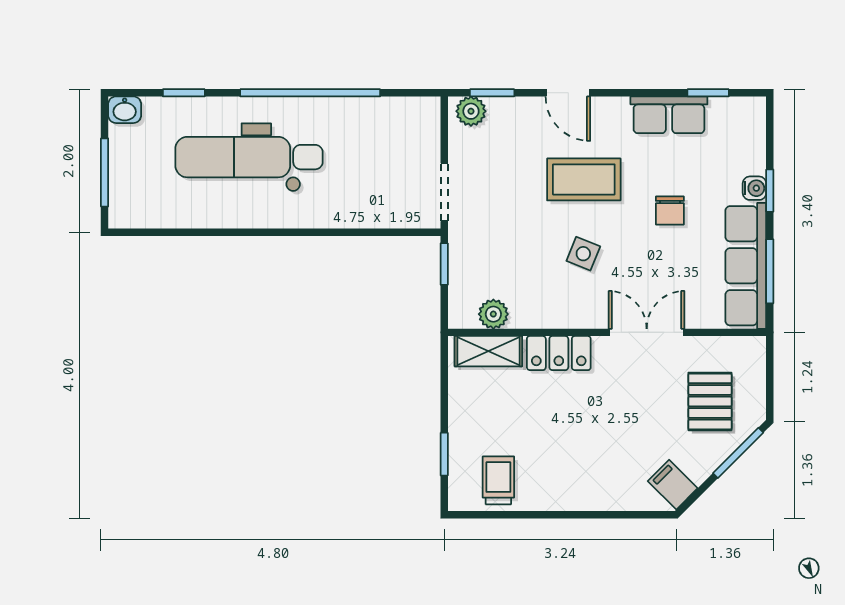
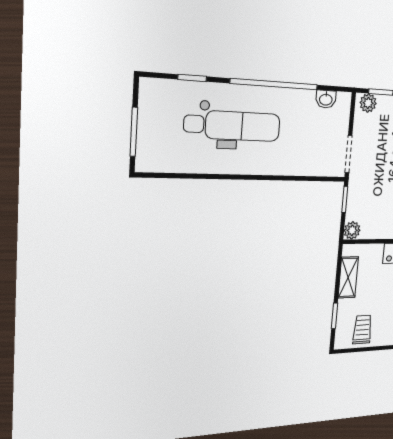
washbasin: (125, 110) -> (326, 99), moved
dental chair: (249, 157) -> (233, 126), turned 180
plant: (493, 314) -> (352, 230), moved
shelving: (488, 351) -> (348, 277), moved, turned 90

